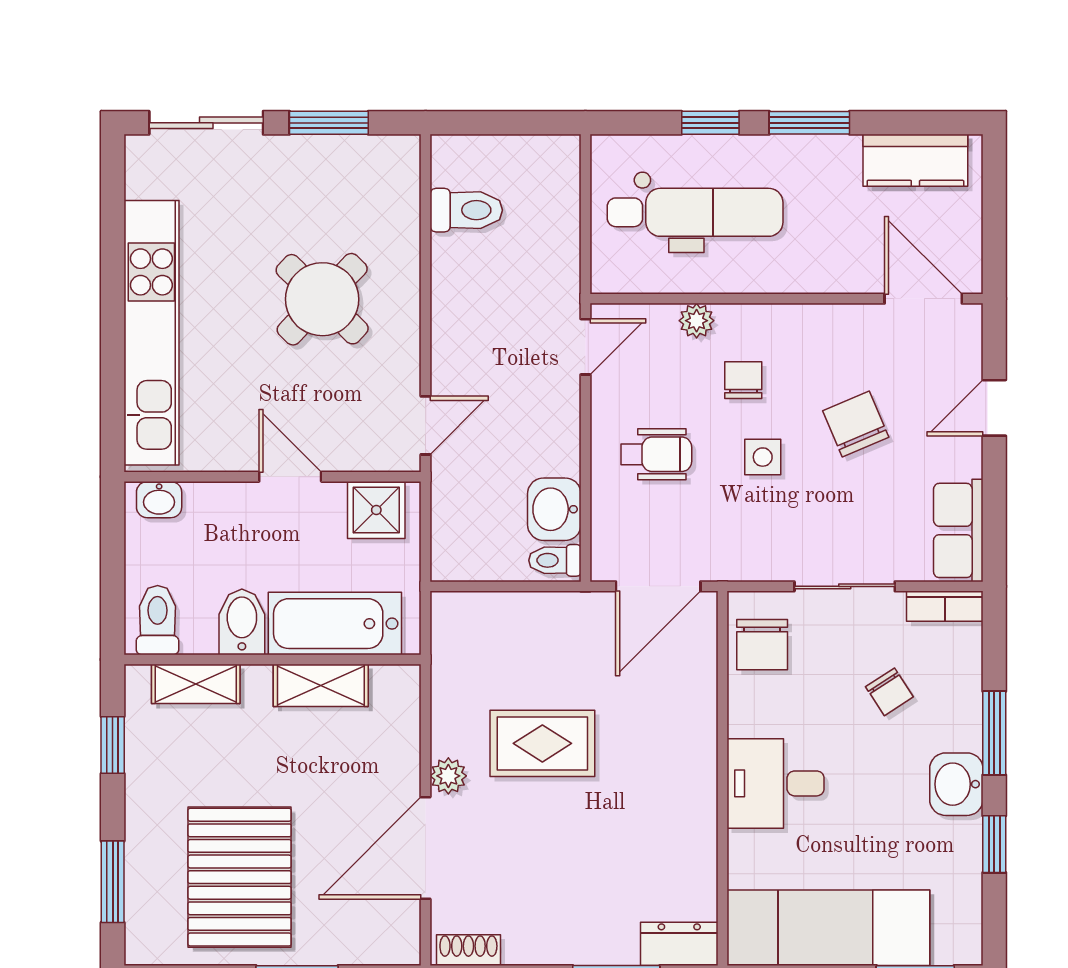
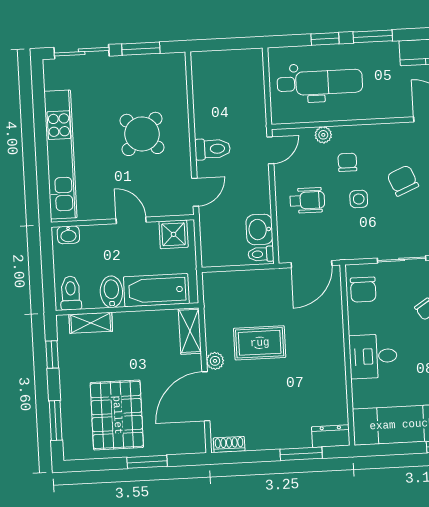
toilet: (466, 210) -> (213, 149), moved
shelving: (321, 685) -> (190, 331), moved, turned 90

